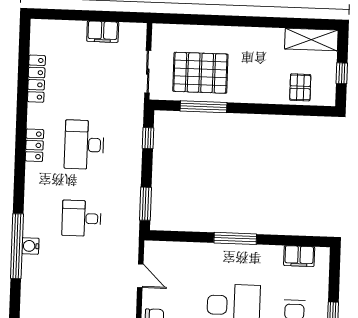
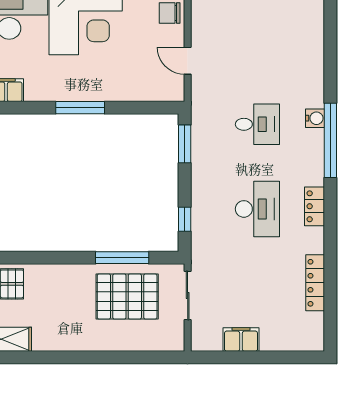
window: (17, 246) -> (330, 140), moved
water cooler: (30, 246) -> (315, 118), moved

